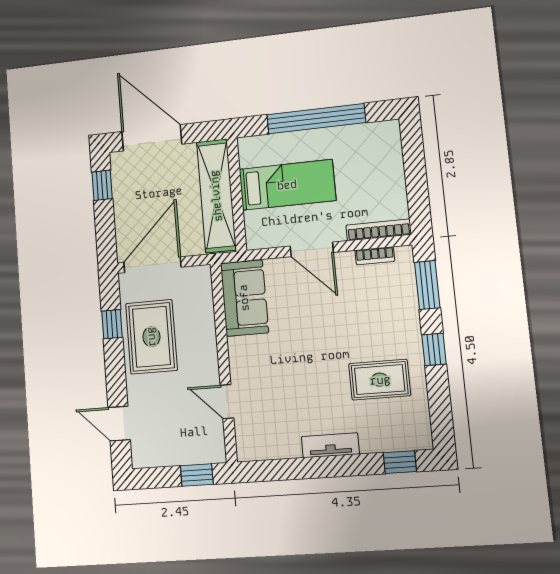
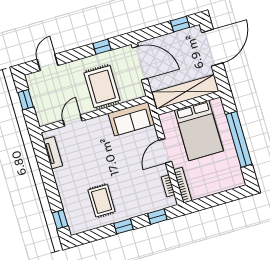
bed: (287, 185) -> (199, 130), width x1.50
window: (427, 285) -> (157, 217), width x0.67
rug: (151, 337) -> (102, 87), moved, turned 90
tv unit: (330, 445) -> (53, 153), moved
window: (197, 475) -> (26, 100), moved

